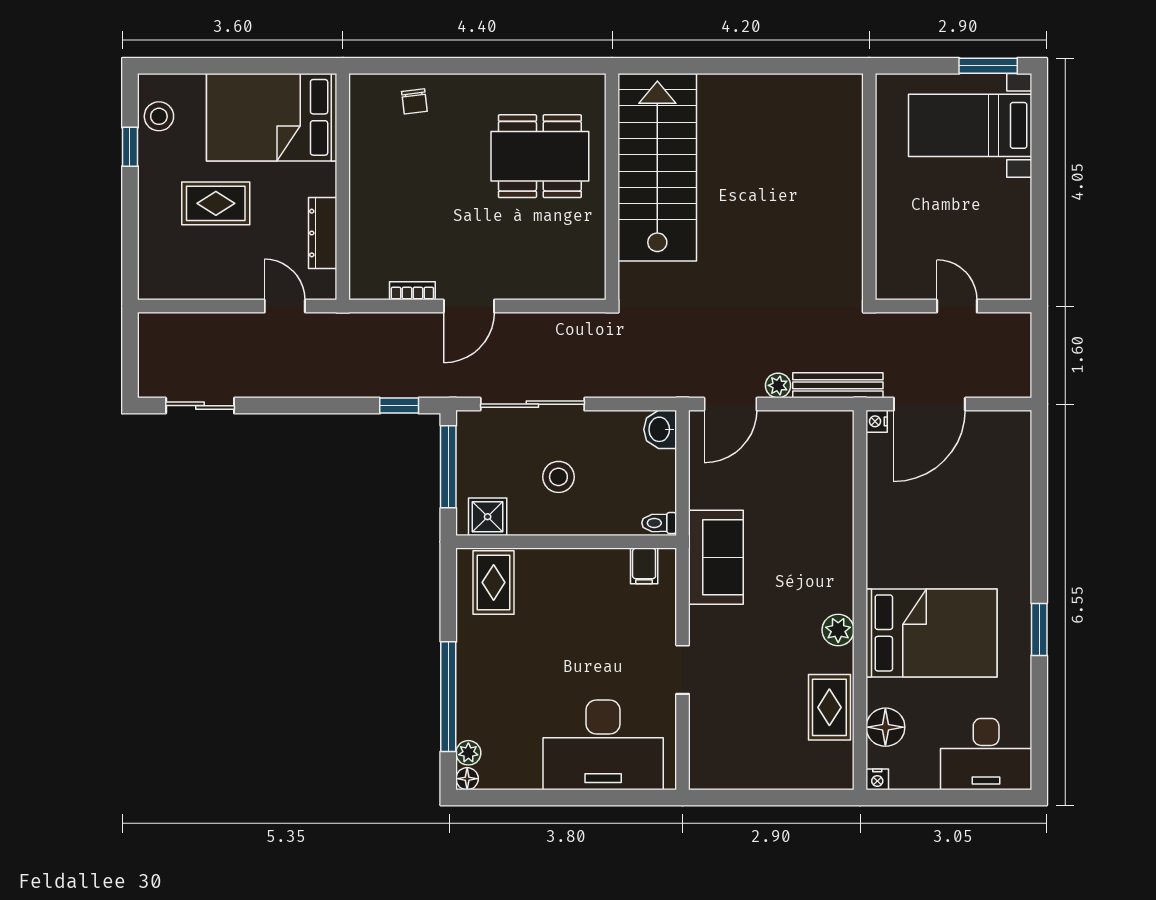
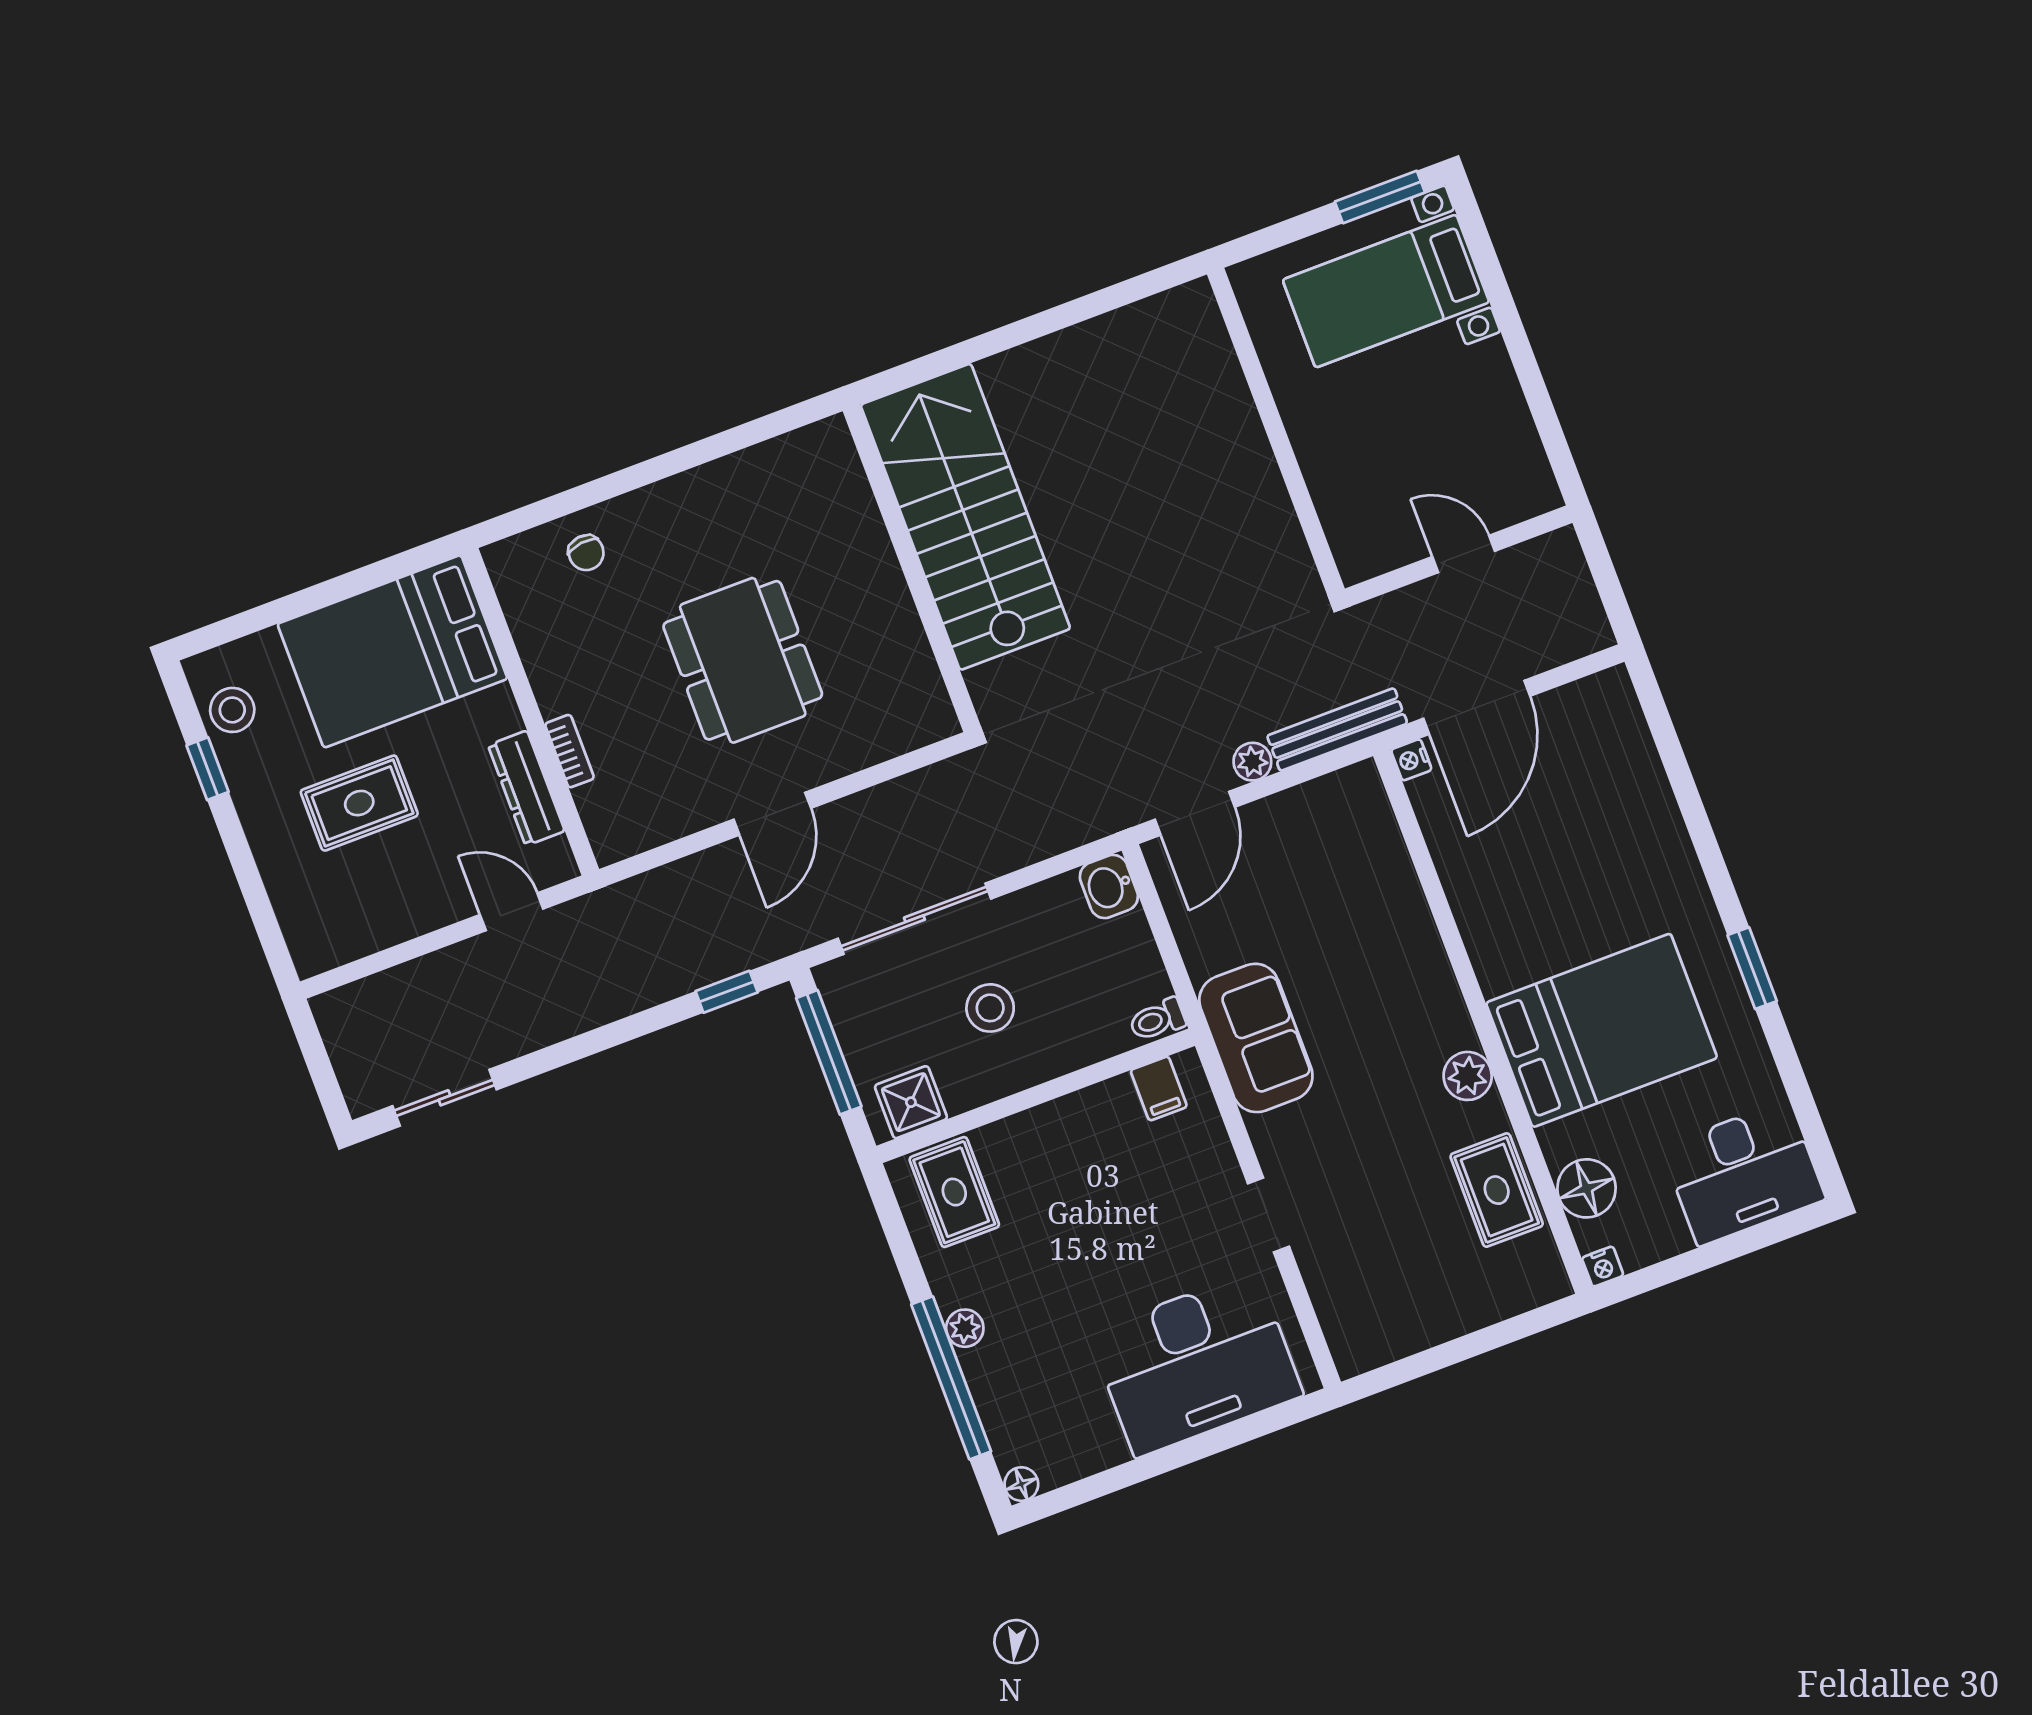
dining table: (540, 156) -> (743, 660), moved, turned 90
bookcase: (412, 291) -> (569, 751), moved, turned 90
plant: (468, 753) -> (965, 1328), moved

